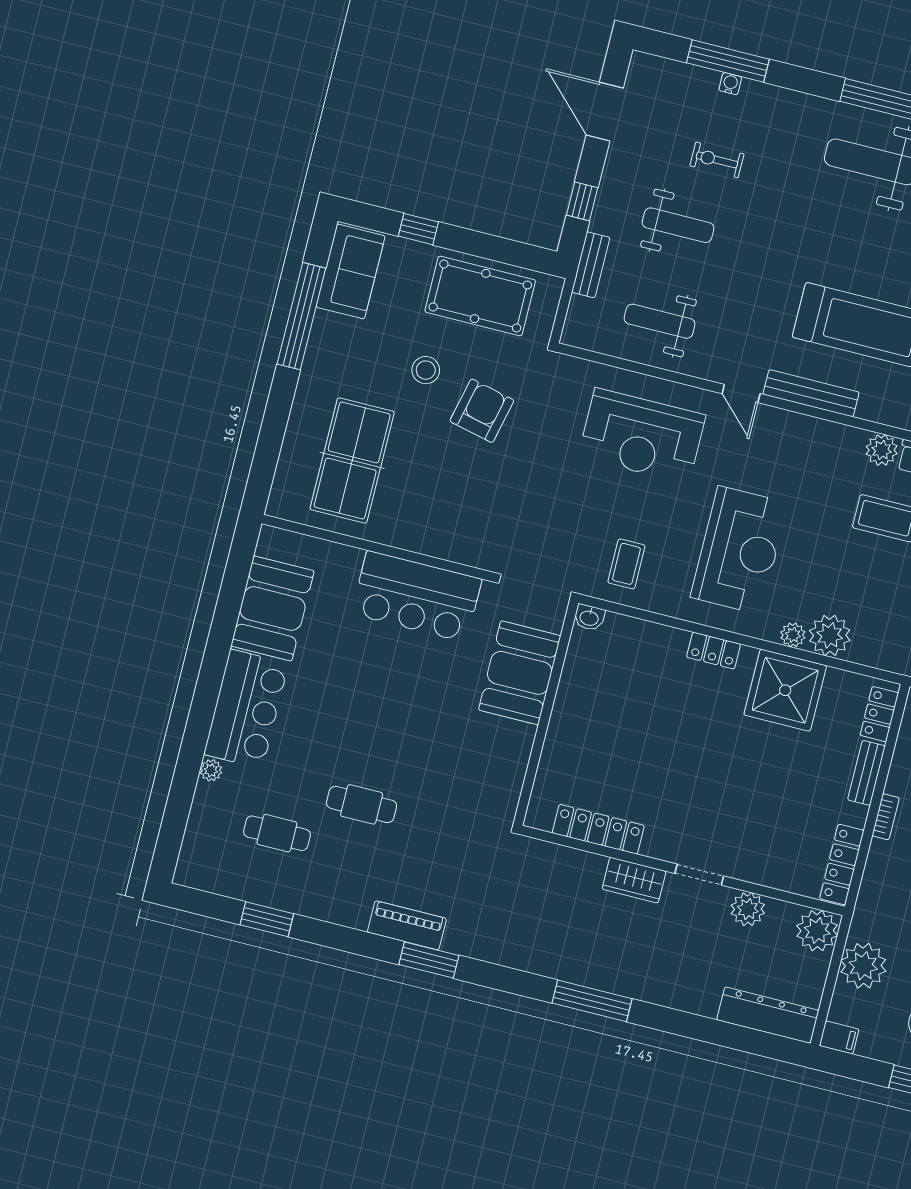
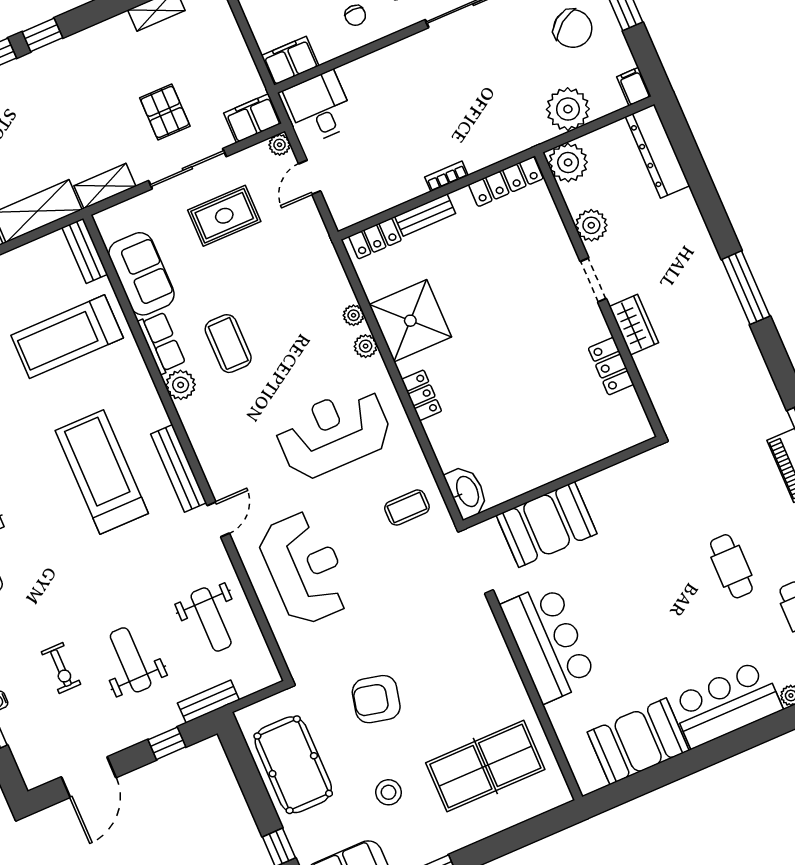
stool: (426, 370) -> (389, 792), moved
washbasin: (589, 618) -> (467, 492), width x1.91, depth x1.45
plant: (830, 635) -> (354, 315), width x0.53, depth x0.53
locker: (598, 829) -> (611, 366), width x0.66

